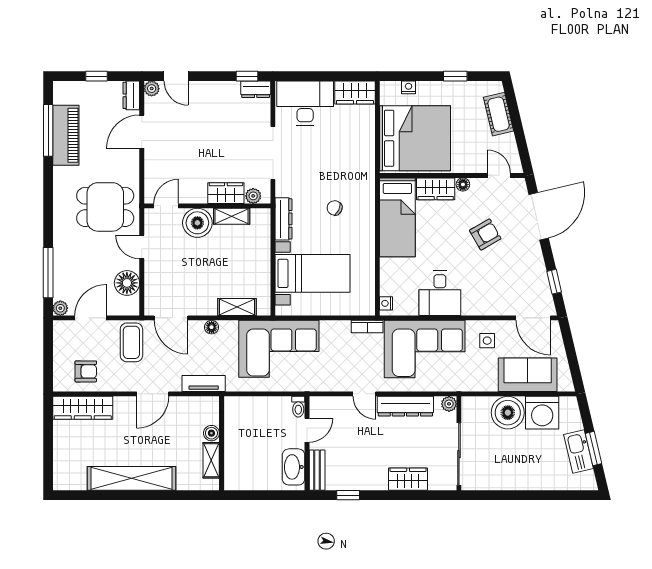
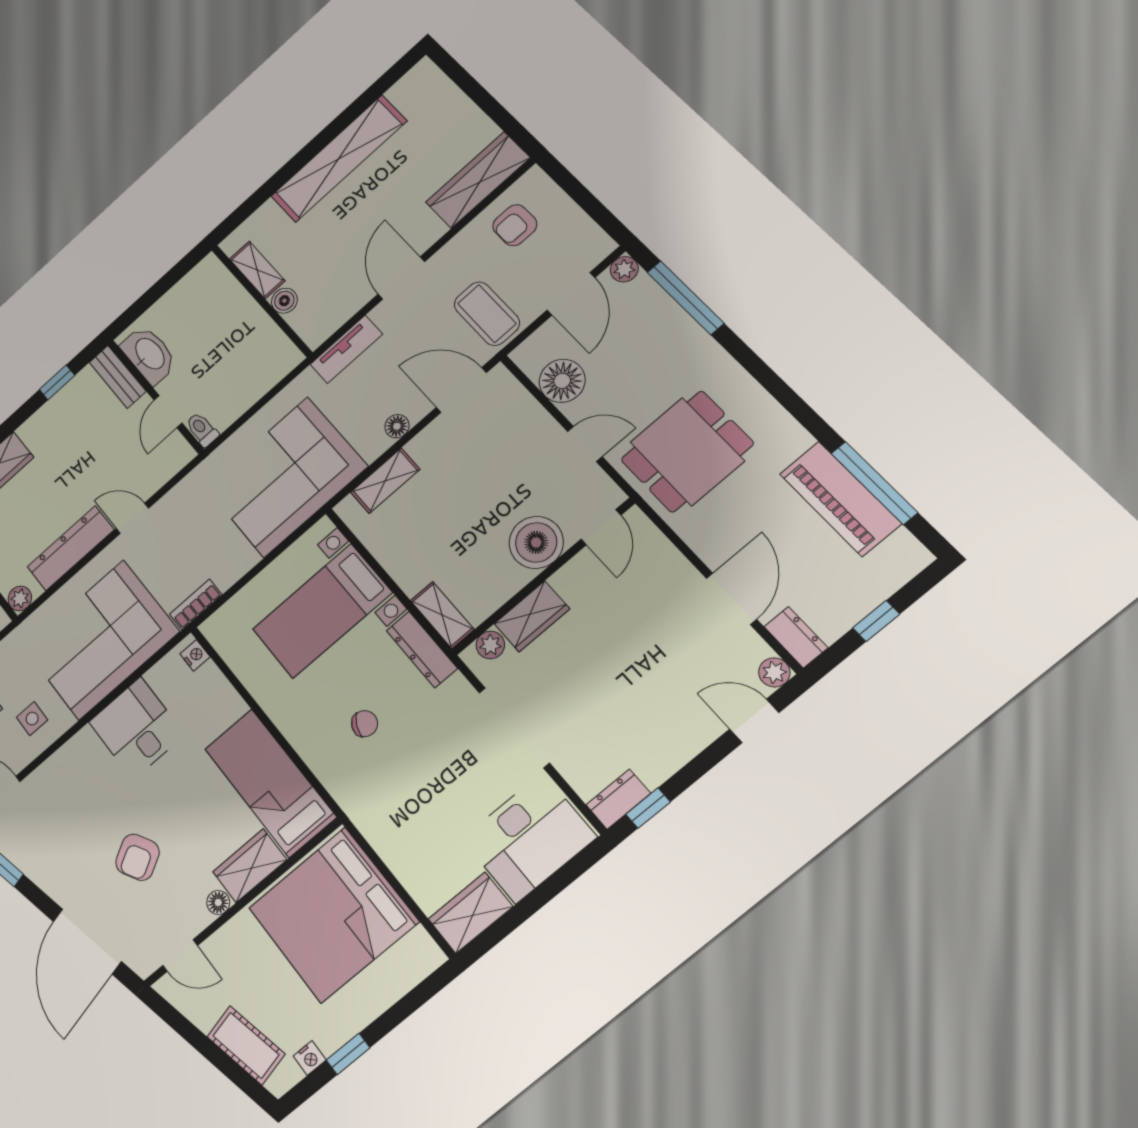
nightstand: (409, 87) -> (310, 1058), moved
shelving: (232, 216) -> (442, 615), moved, turned 90

